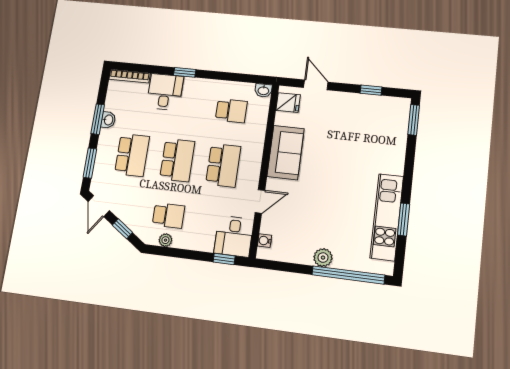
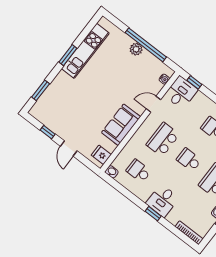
door: (316, 85) -> (69, 148), moved
desk: (165, 92) -> (162, 201), moved
window: (414, 120) -> (41, 90), moved
school desk: (177, 160) -> (189, 160), width x0.54
window: (404, 220) -> (68, 55), moved
window: (348, 275) -> (146, 45), moved

